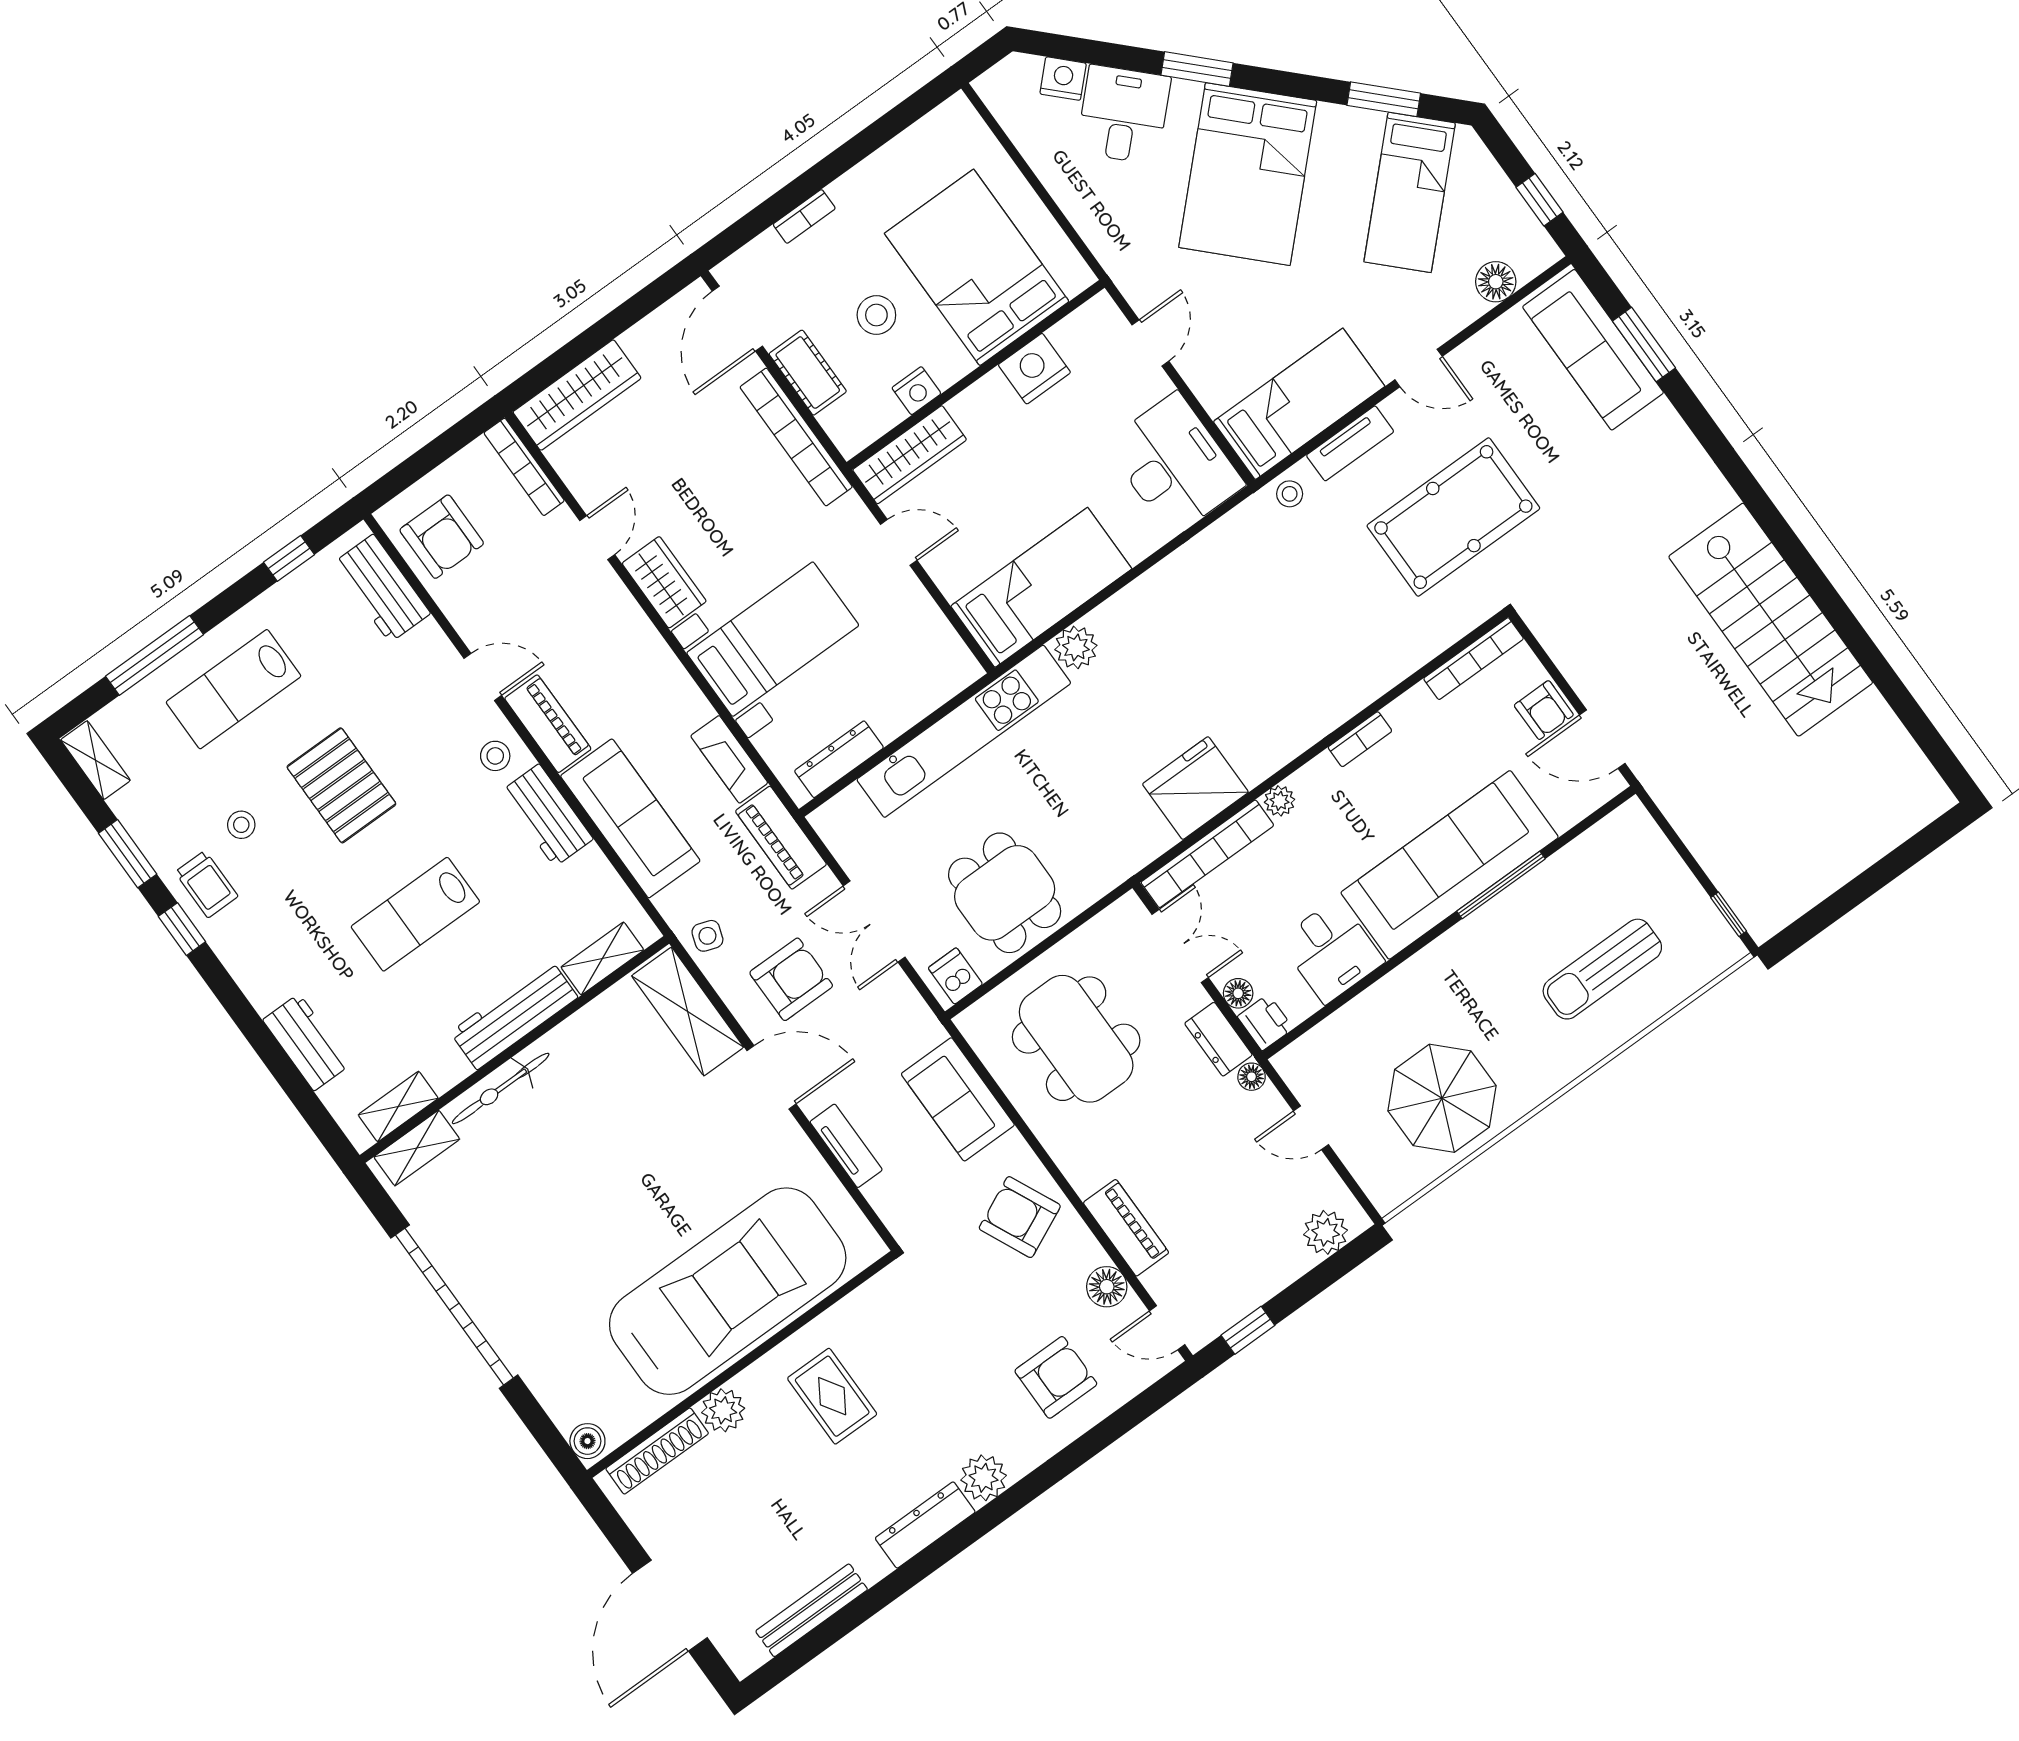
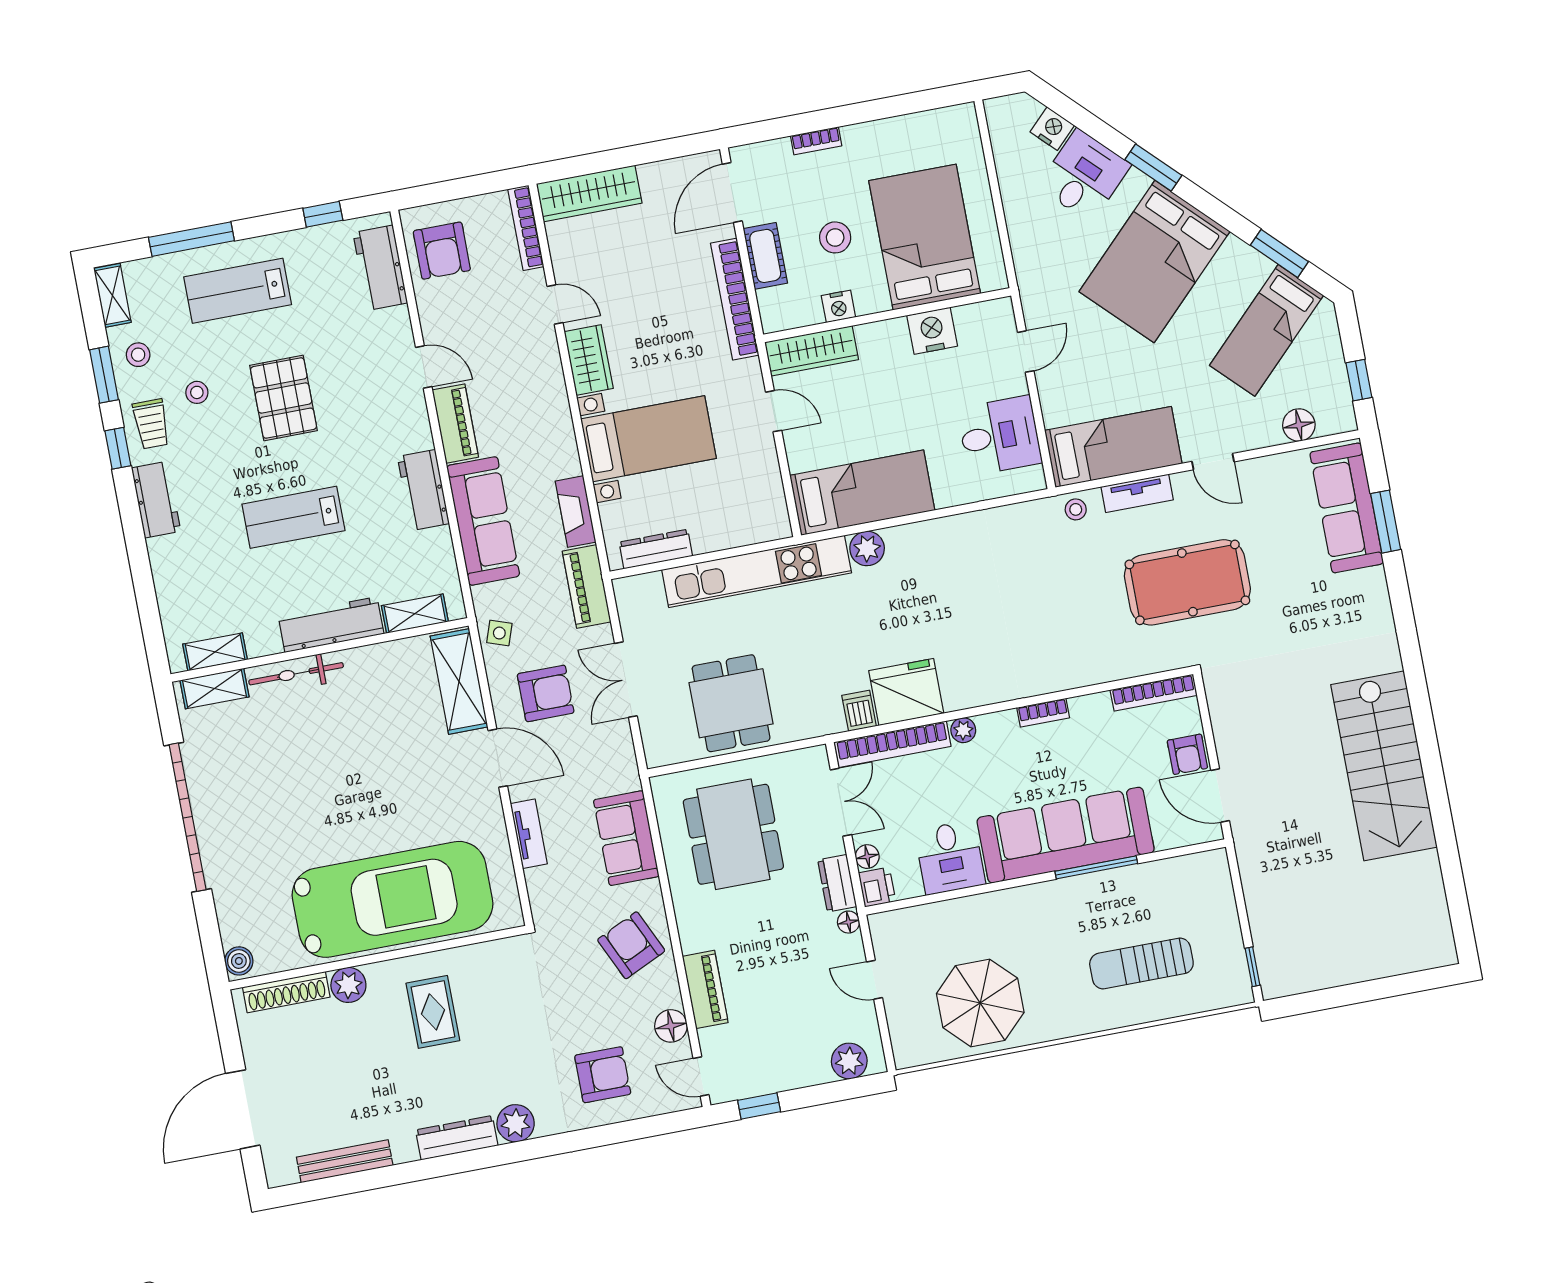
desk: (1175, 464) -> (999, 436), width x0.73
door: (597, 538) -> (555, 304), hinge flipped
stool: (495, 756) -> (138, 355), moved
dishwasher: (955, 976) -> (859, 711), moved
workbench: (307, 1042) -> (156, 500), moved

